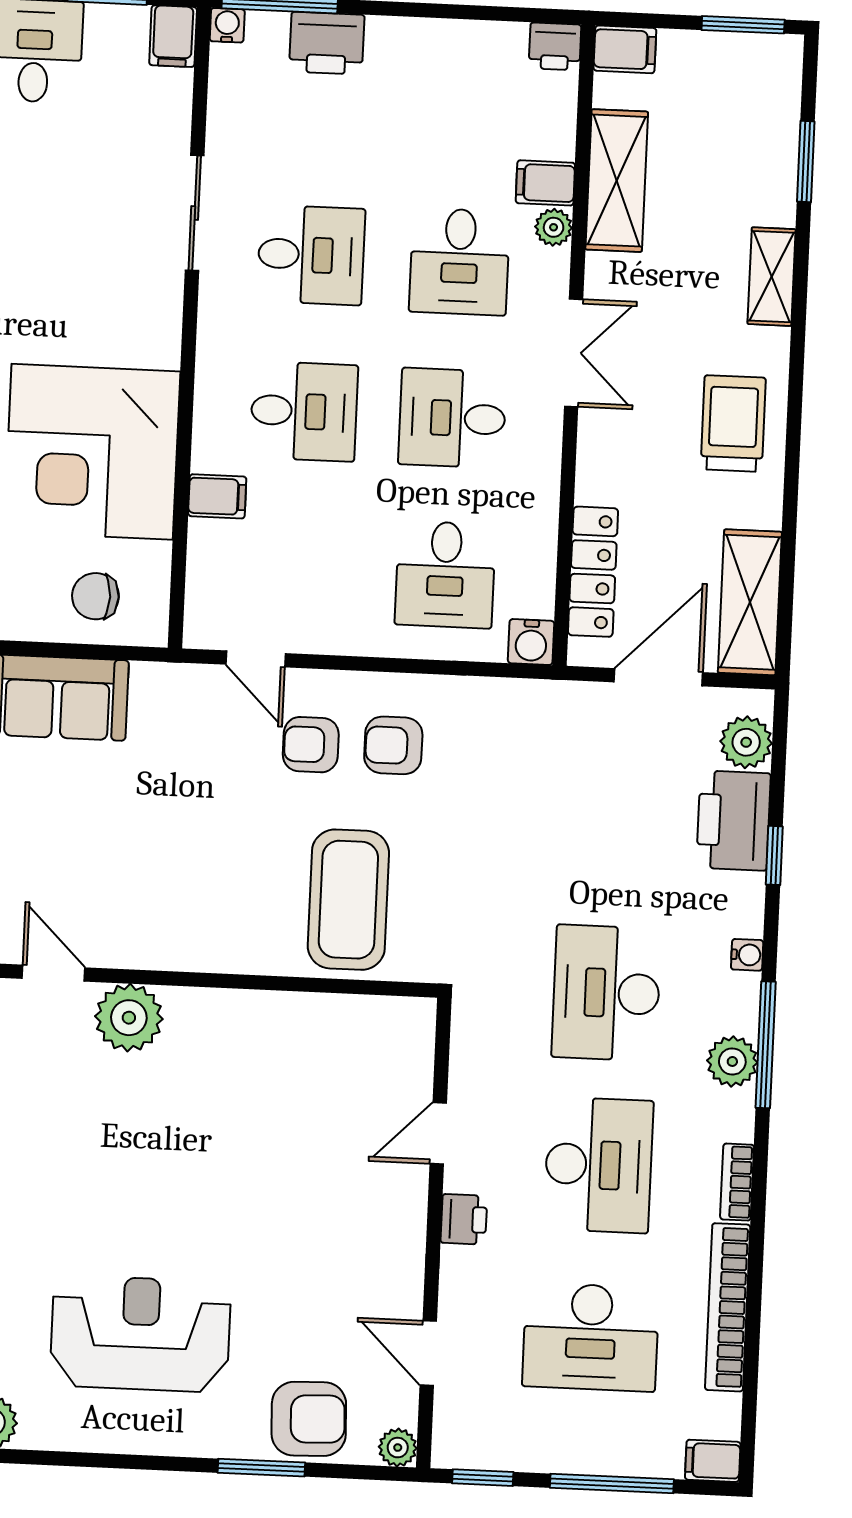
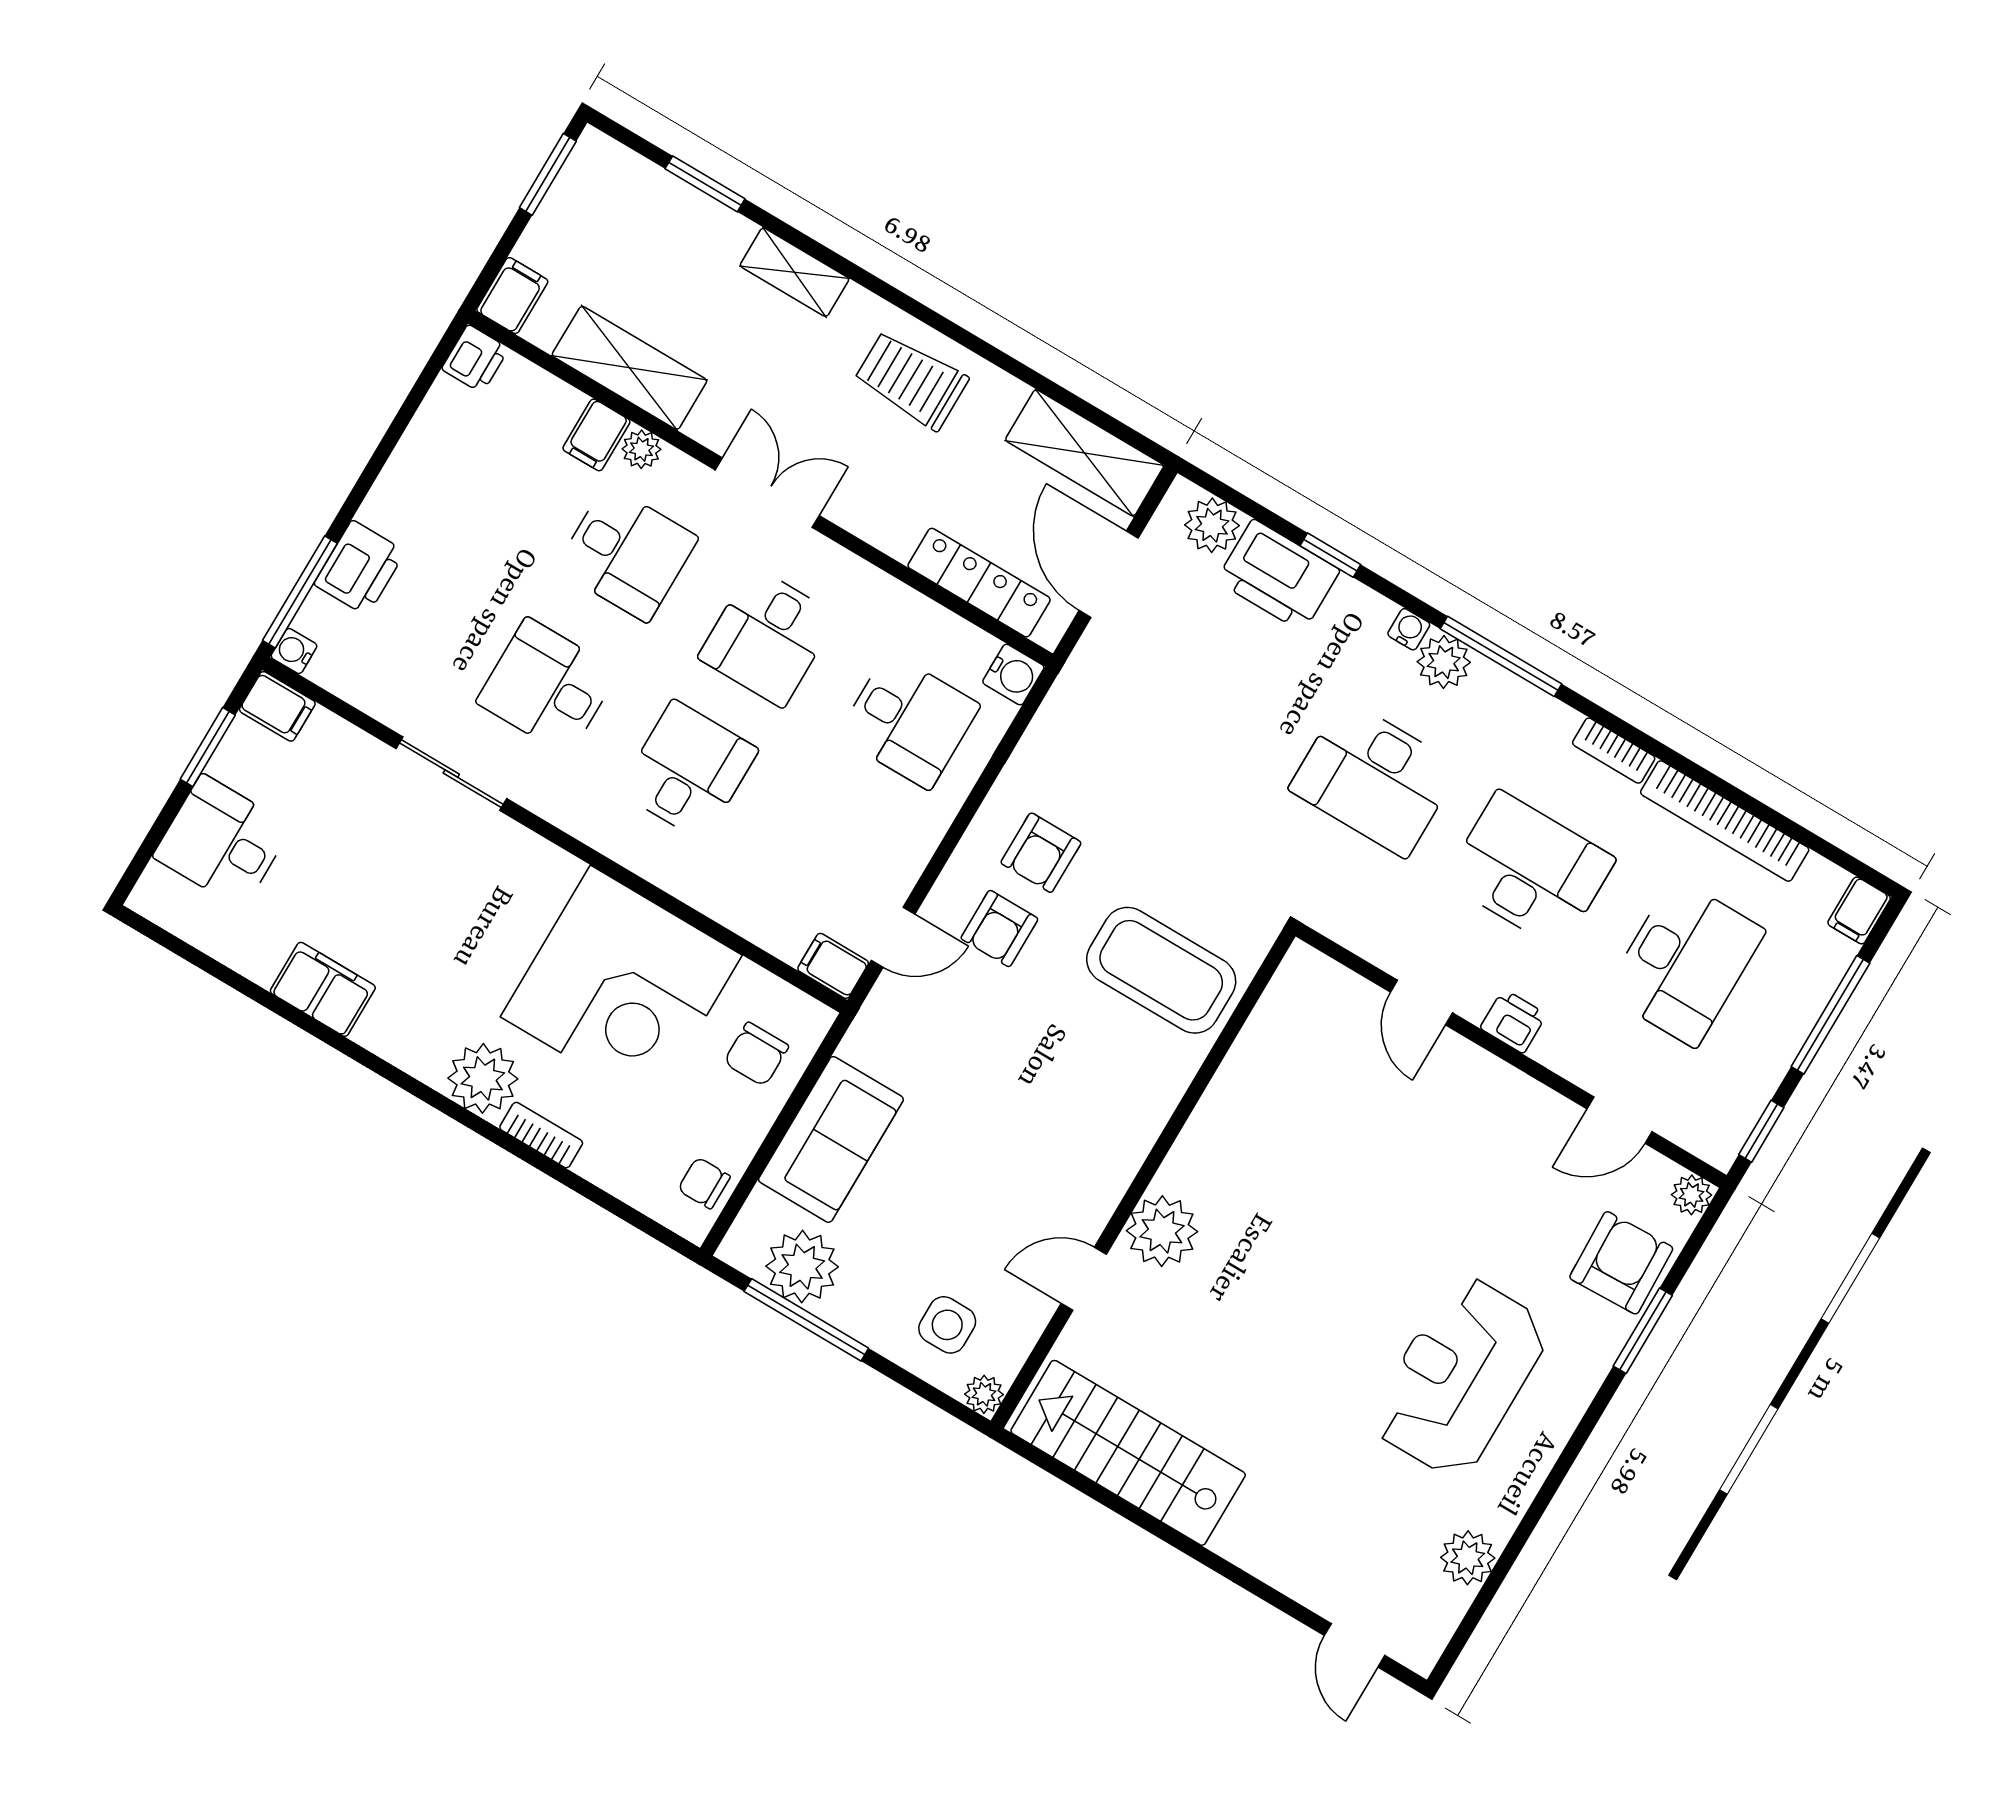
desk: (311, 255) -> (547, 687), turned -90
filing cabinet: (217, 496) -> (833, 966), moved, turned -90
plant: (732, 1061) -> (1444, 662), moved

